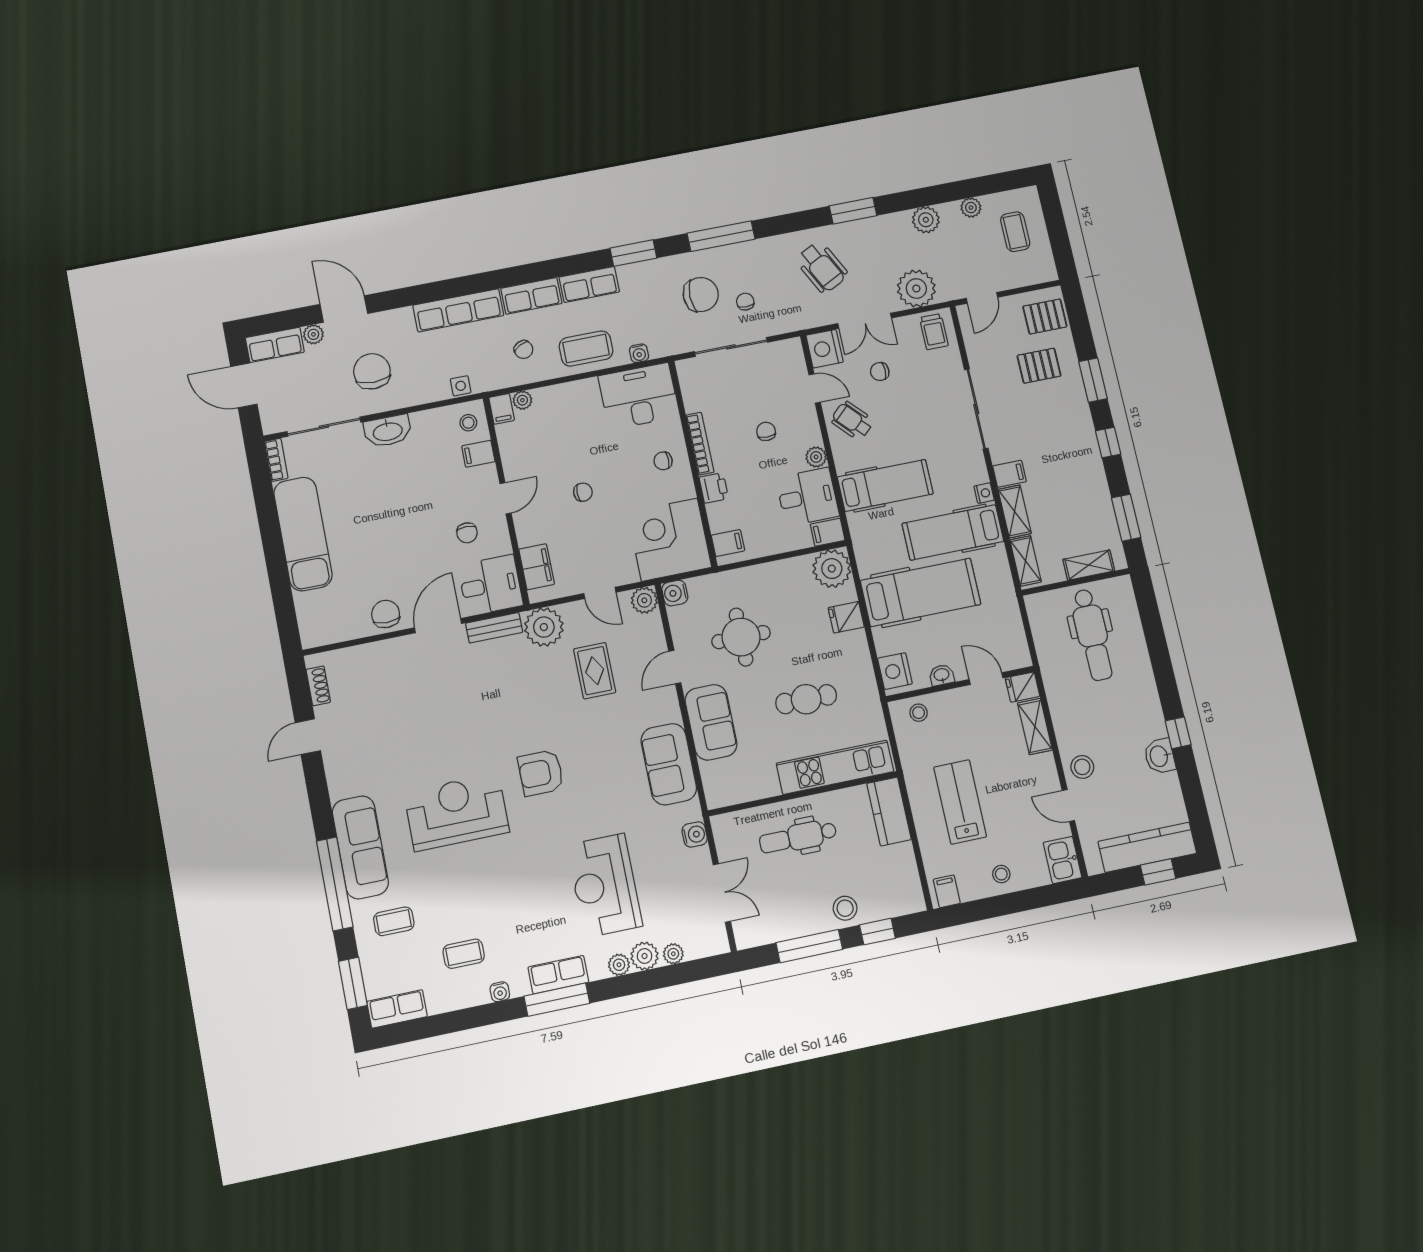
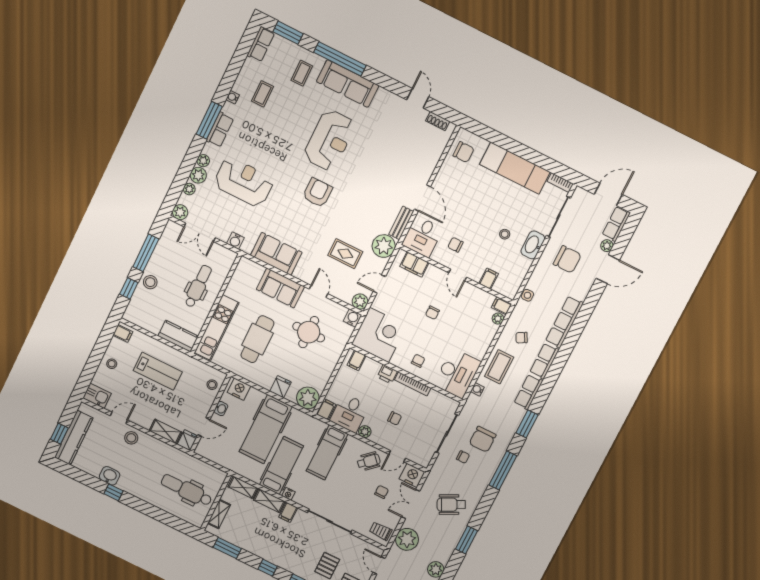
stool: (468, 423) -> (505, 234), moved
chair: (386, 614) -> (464, 152), moved
cafe table: (806, 699) -> (257, 339), width x1.37, depth x1.35
plant: (715, 942) -> (180, 212), added

